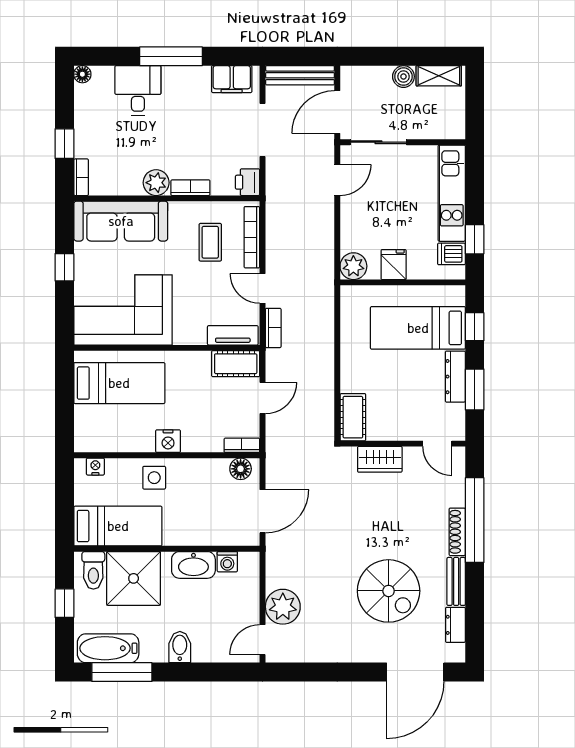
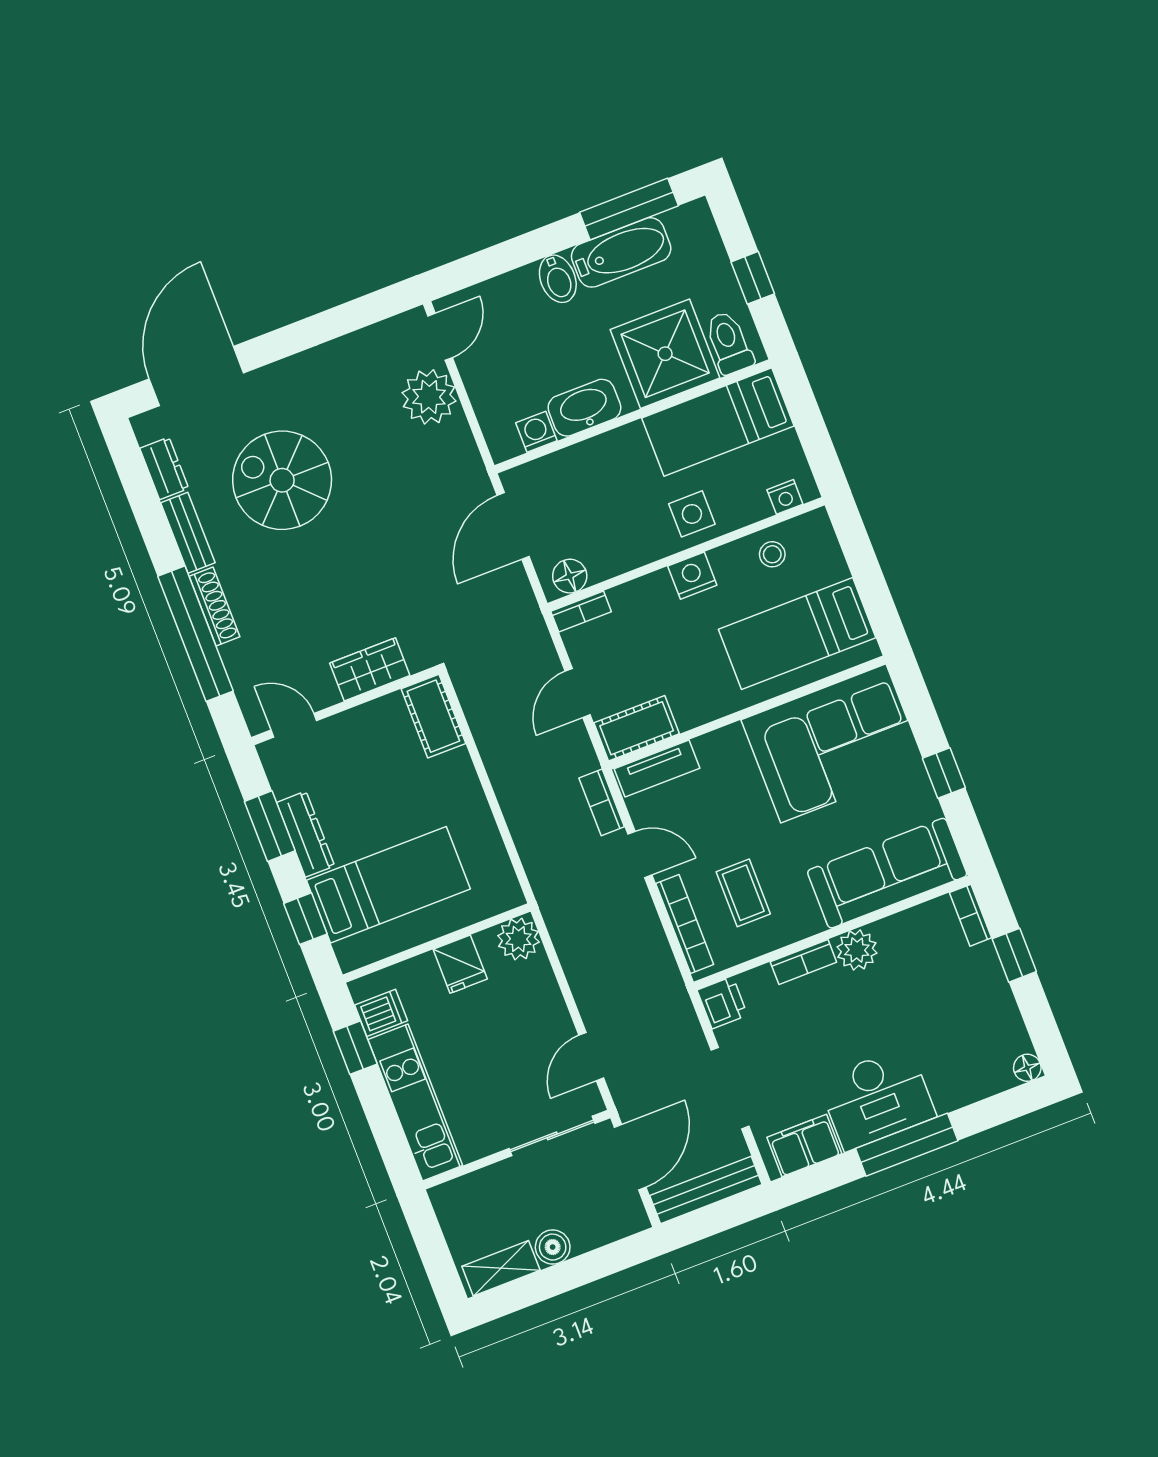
desk: (138, 90) -> (877, 1098), moved, width x1.37
stool: (116, 436) -> (772, 554), added
bathtub: (108, 648) -> (621, 252), moved

